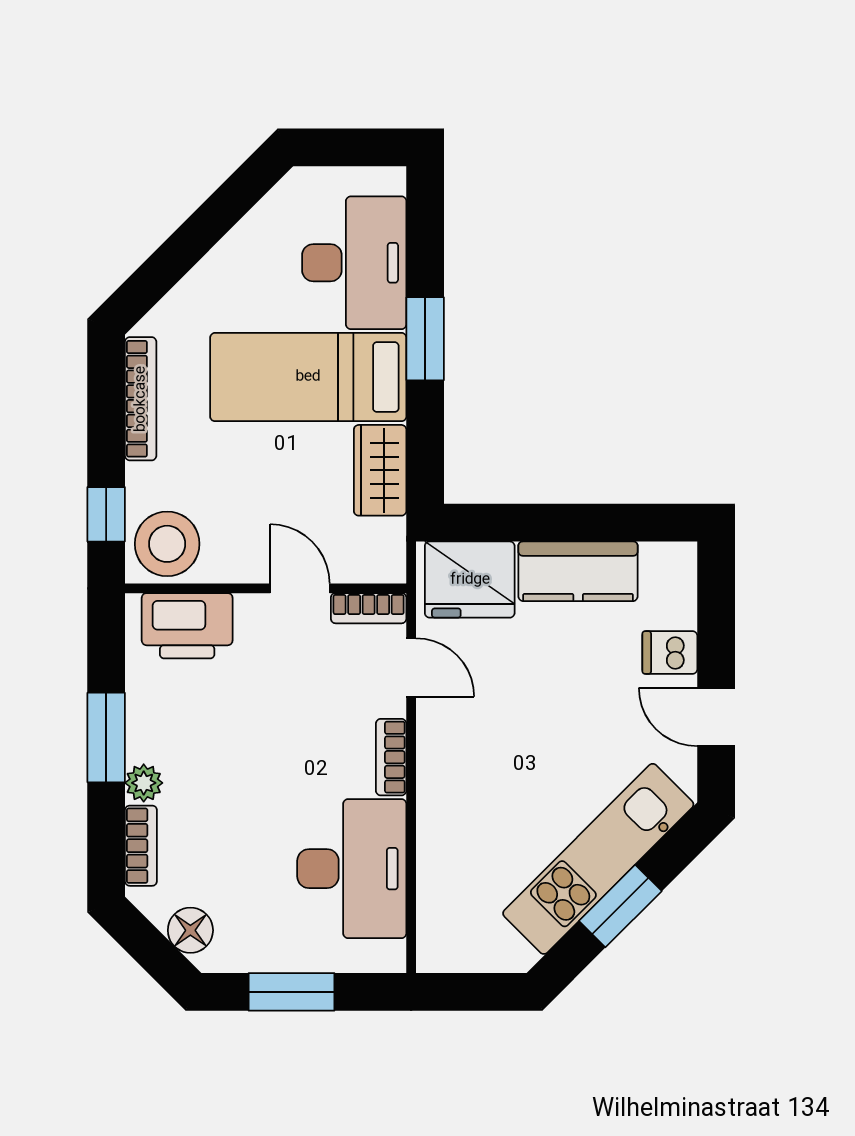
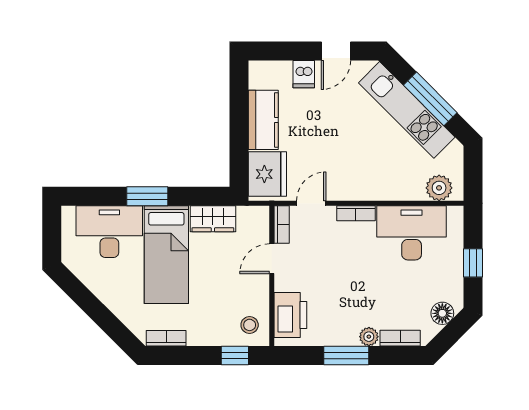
bookcase: (141, 399) -> (166, 338), width x0.64
stool: (167, 544) -> (250, 325), width x0.53, depth x0.53
window: (620, 906) -> (430, 99), width x1.44
plant: (442, 924) -> (439, 188), added
window: (292, 992) -> (473, 263), width x0.67

